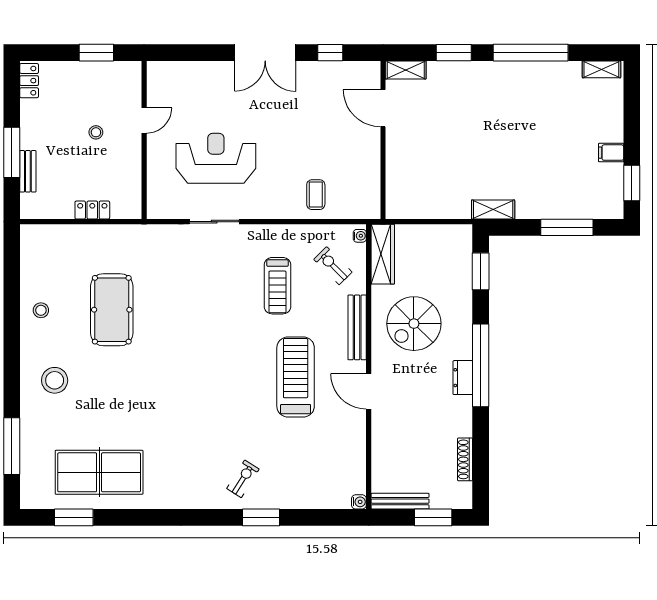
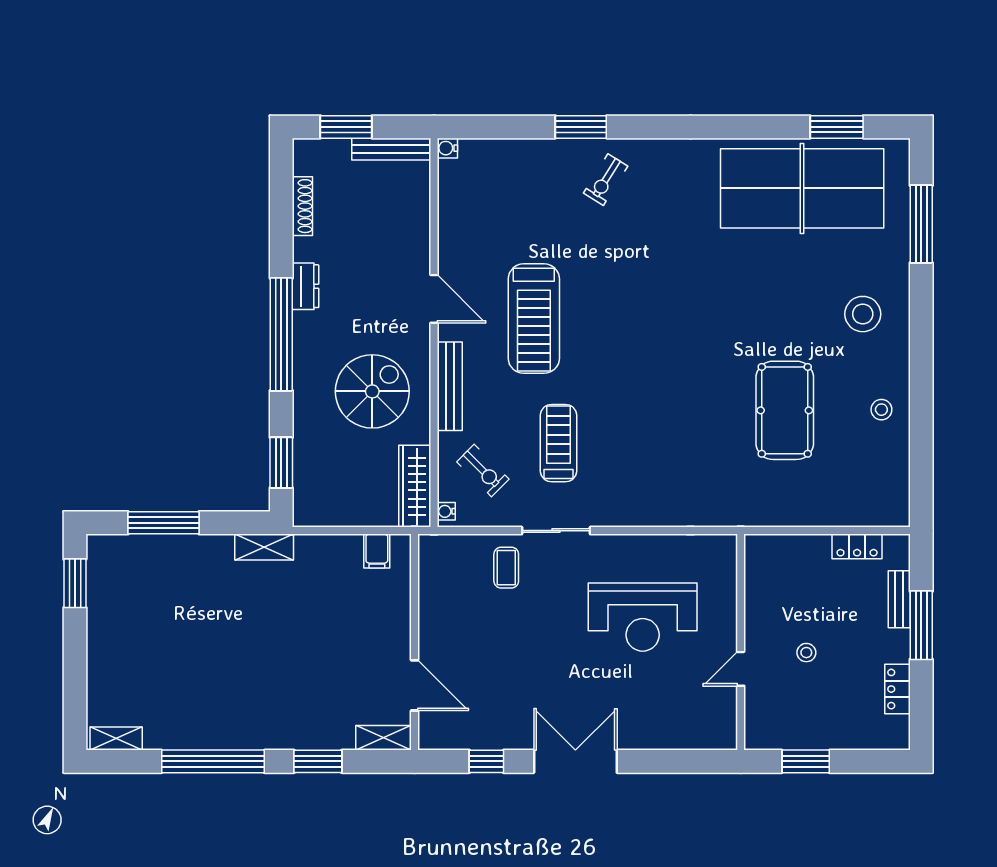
locker: (29, 81) -> (898, 689), moved
filing cabinet: (611, 153) -> (377, 551), moved, turned 90
locker: (92, 210) -> (857, 546), moved
sliding door: (214, 222) -> (556, 531), moved
dresser: (463, 378) -> (306, 286), moved
table tennis table: (99, 472) -> (802, 188), width x1.36, depth x1.32

